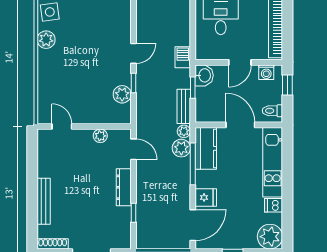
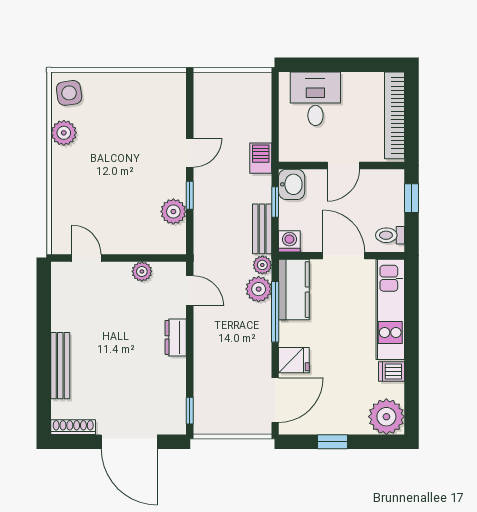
washing machine: (266, 72) -> (289, 241), moved, turned 180
dresser: (124, 187) -> (176, 337), width x0.70
window: (133, 213) -> (190, 411), moved

